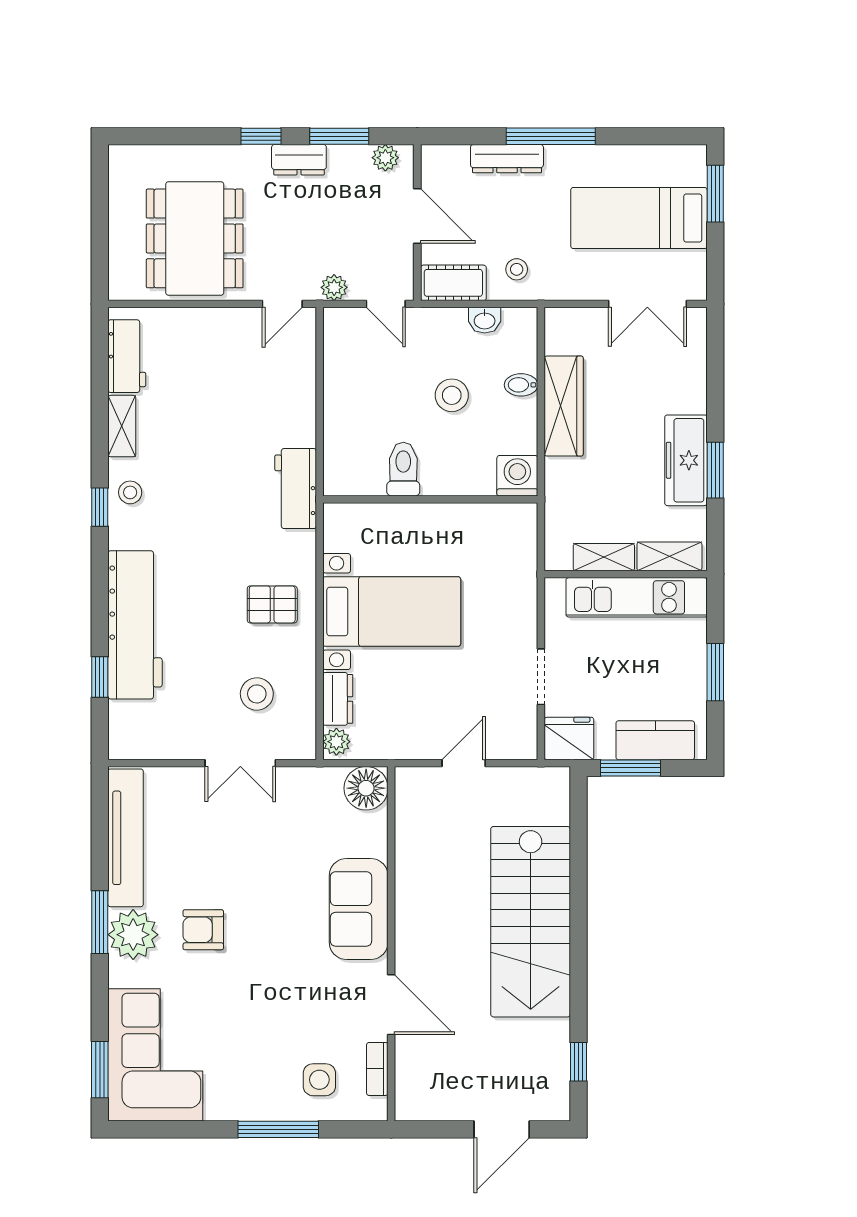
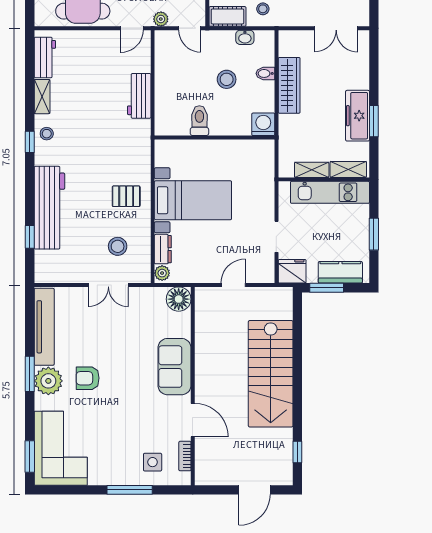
workbench: (296, 489) -> (139, 96), moved

